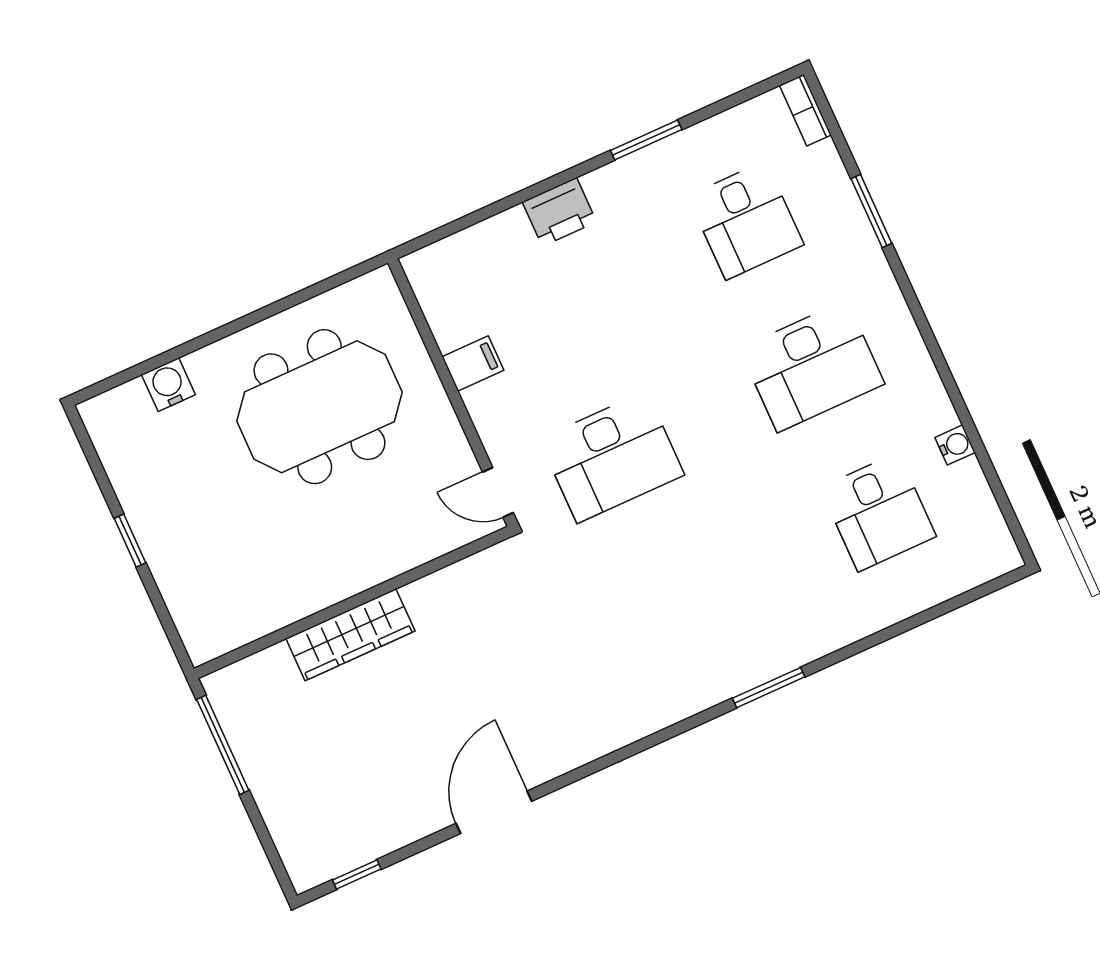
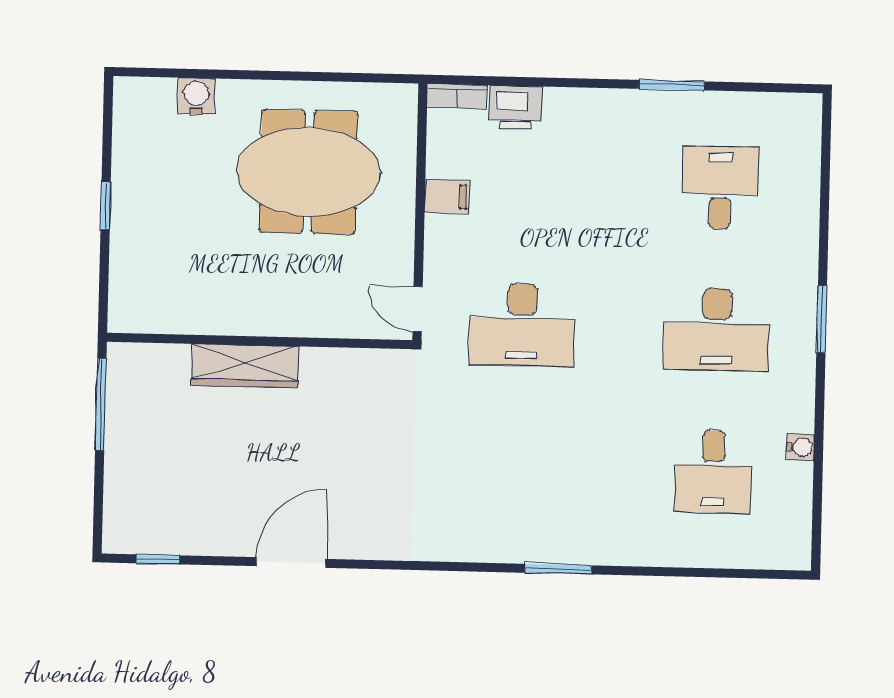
bookcase: (805, 110) -> (457, 96), moved, turned -90
window: (871, 211) -> (822, 319), moved
printer: (559, 212) -> (516, 108), moved
desk: (746, 220) -> (720, 188), turned 180

